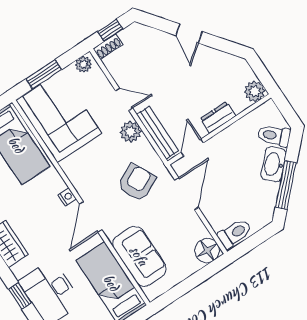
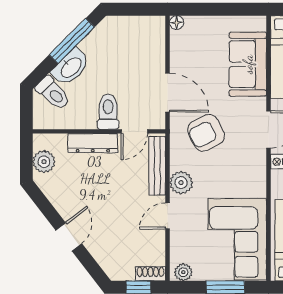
plant: (255, 91) -> (44, 162), moved
door: (124, 99) -> (167, 216), hinge flipped
dresser: (218, 117) -> (93, 143), width x1.44
door: (187, 194) -> (167, 93), swing flipped
toilet: (235, 234) -> (108, 112), moved, turned 90
floor lamp: (207, 250) -> (177, 23), width x0.53, depth x0.53

